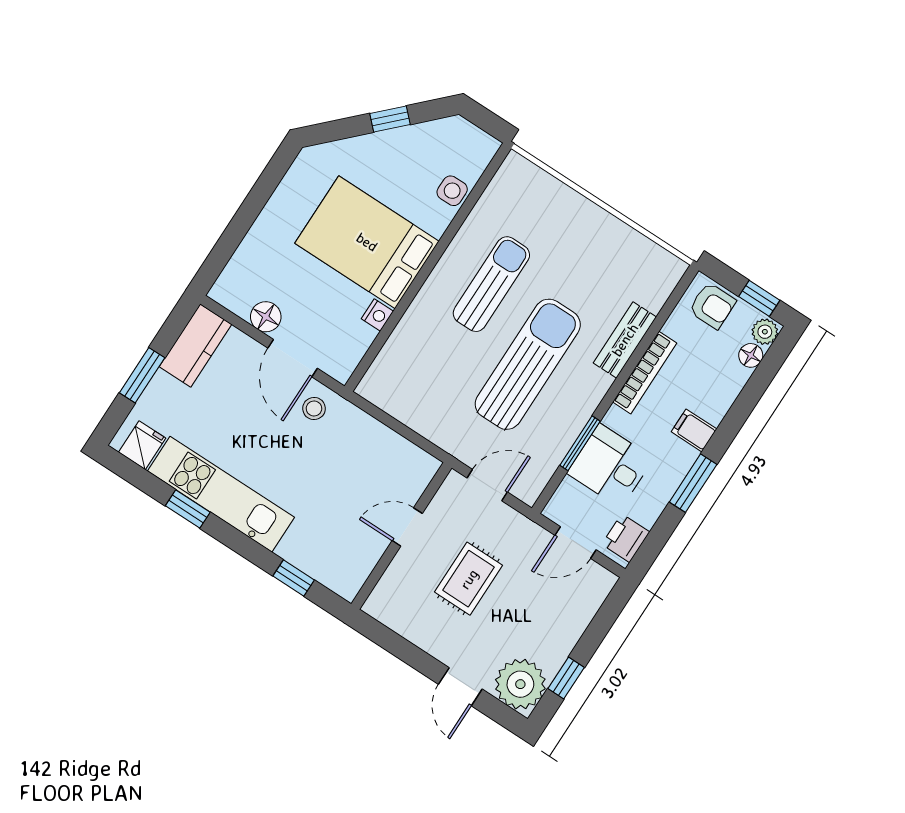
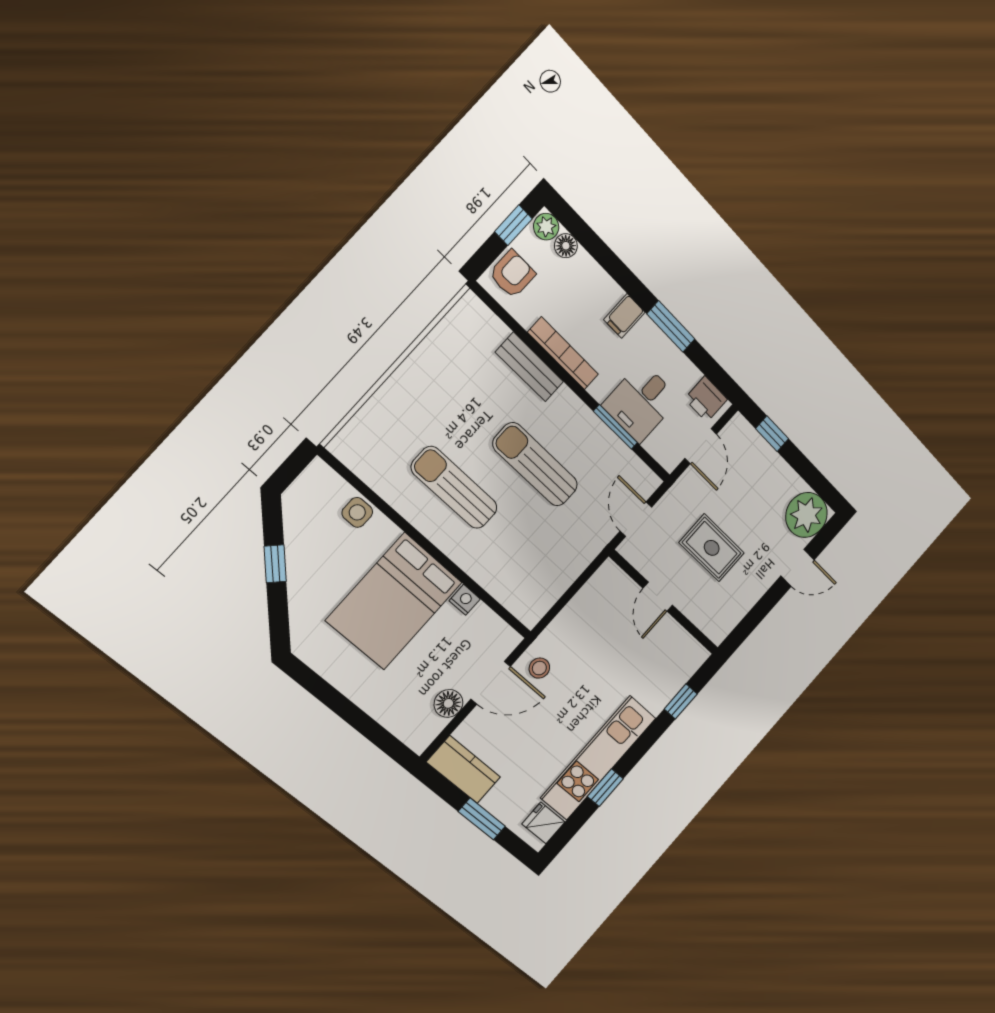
sun lounger: (528, 364) -> (535, 464), width x0.73, depth x0.75
window: (566, 678) -> (772, 434), moved

